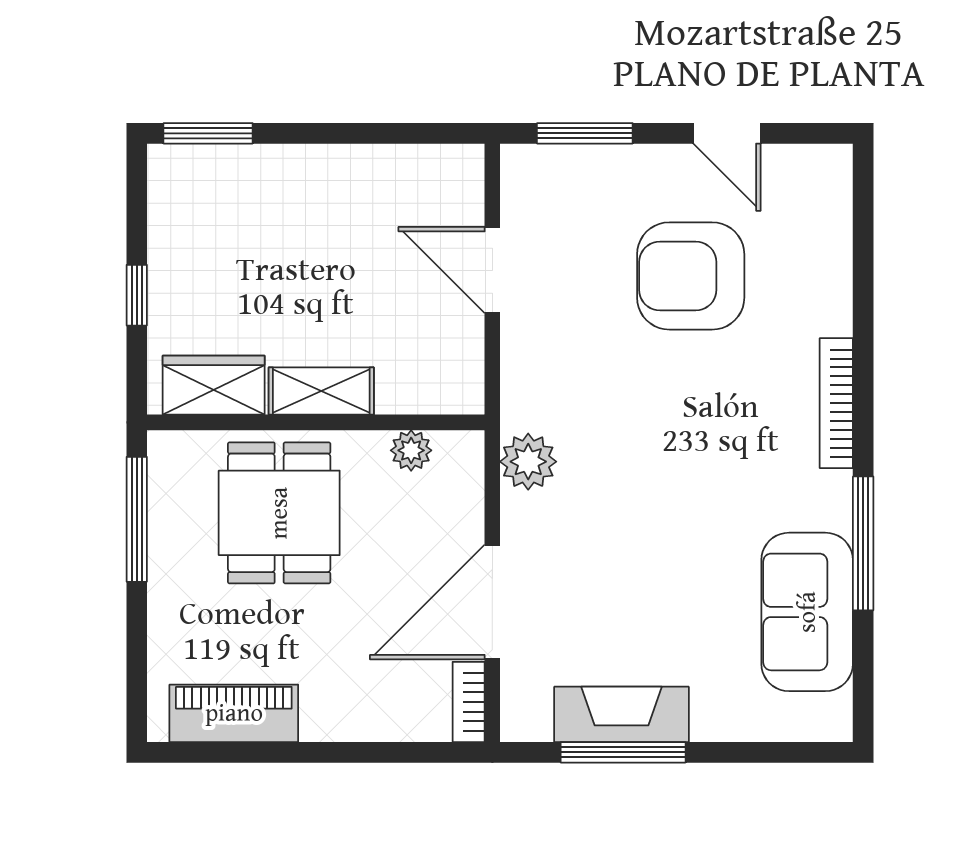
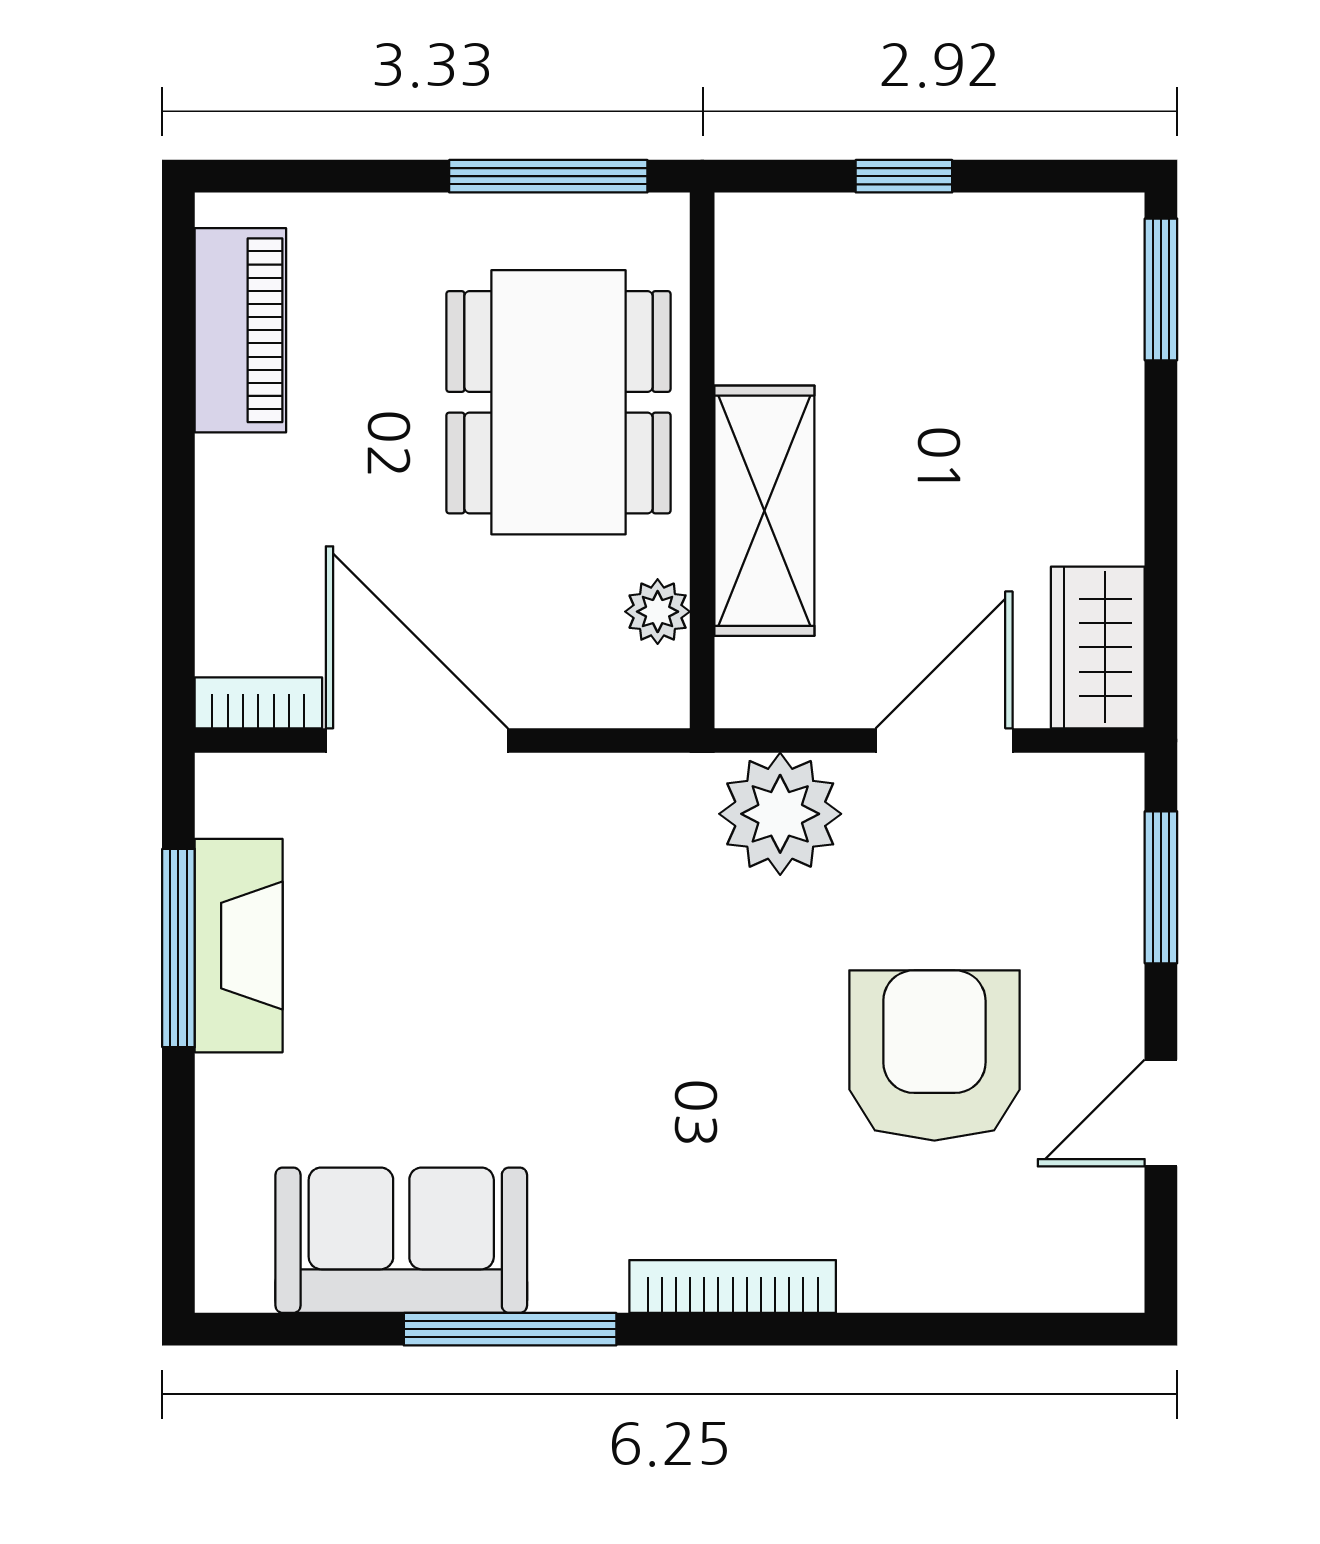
wardrobe: (214, 385) -> (1098, 647), moved, turned 180
shelving: (321, 391) -> (764, 511), width x1.50, depth x1.33
plant: (528, 462) -> (780, 814), moved, width x1.36, depth x1.36
dining table: (279, 513) -> (558, 402), width x1.38

